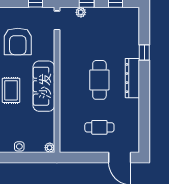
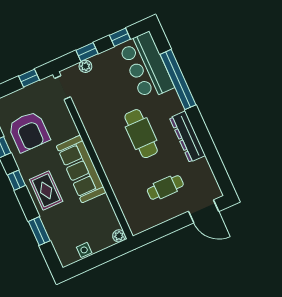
bar counter: (125, 32) -> (146, 66), added
window: (144, 53) -> (178, 80), width x3.17
dresser: (132, 78) -> (187, 137), moved

